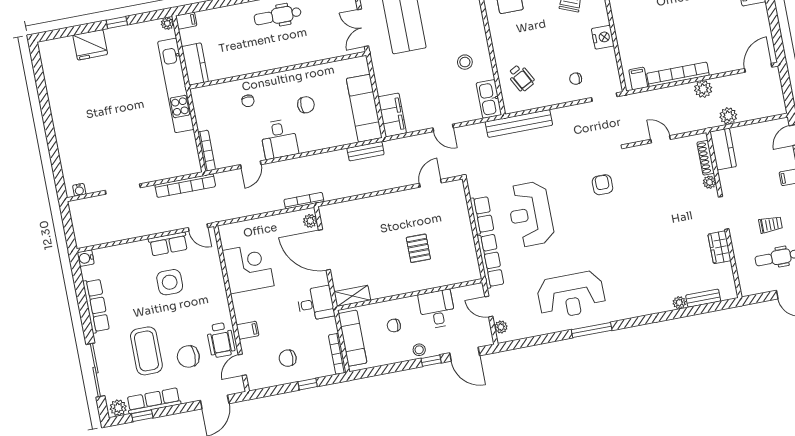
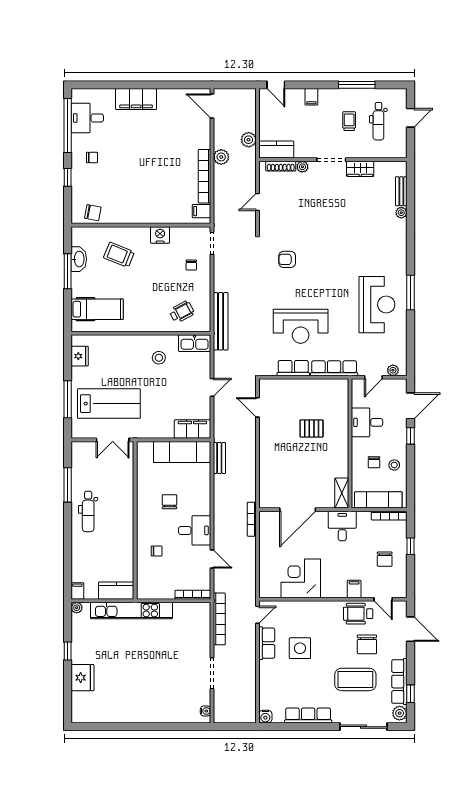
plant: (310, 221) -> (270, 517), removed
wheelchair: (221, 340) -> (358, 614), turned 180
stool: (419, 350) -> (394, 465), moved

